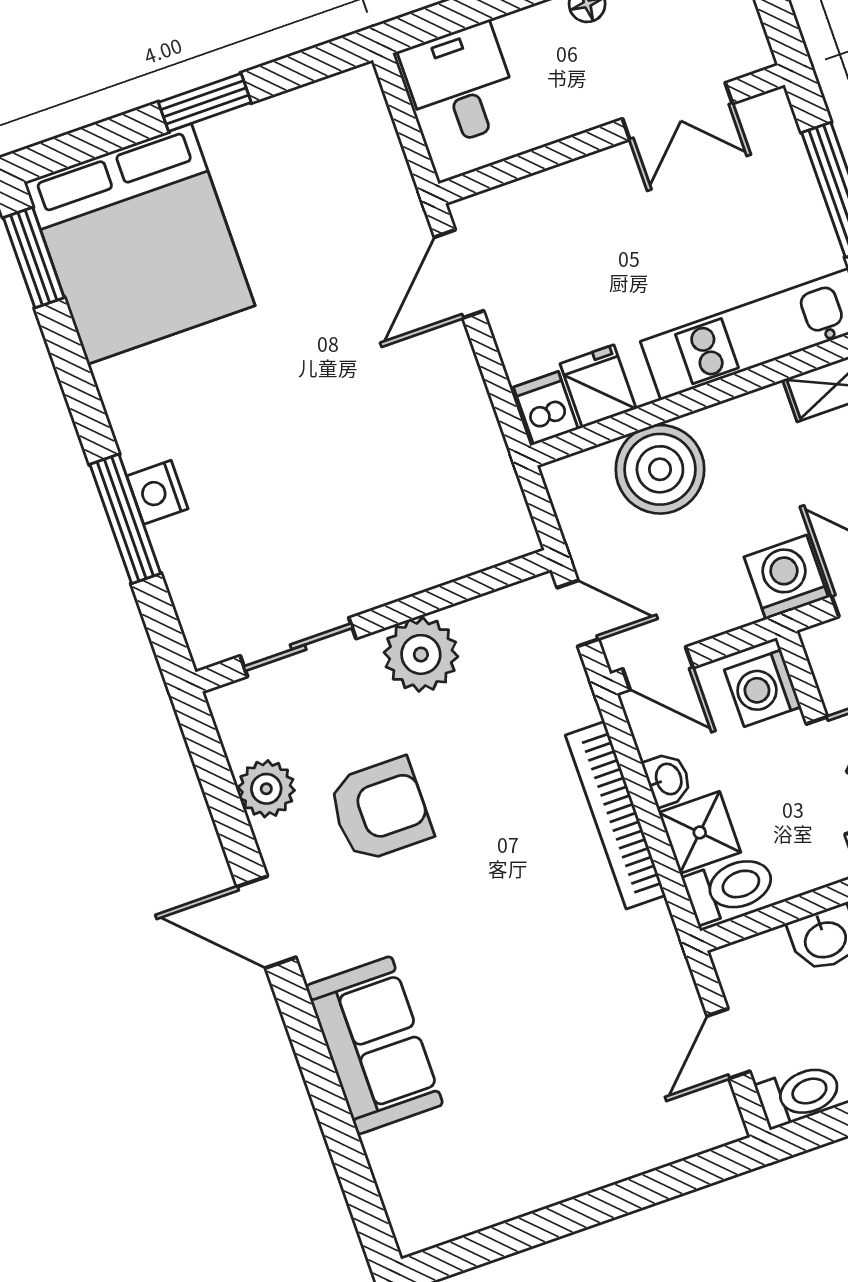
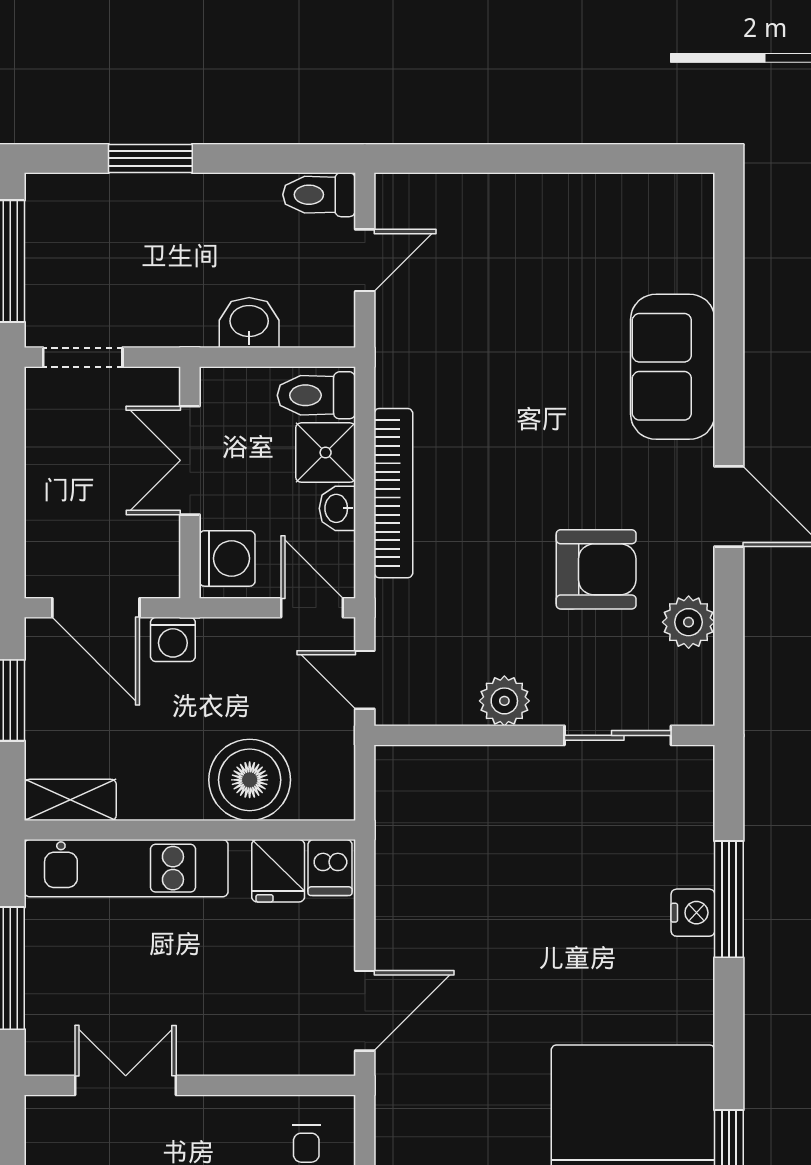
washing machine: (786, 577) -> (173, 639), width x0.73, depth x0.73
plant: (421, 654) -> (504, 701), width x0.73, depth x0.73
armchair: (380, 810) -> (596, 569), turned 180

